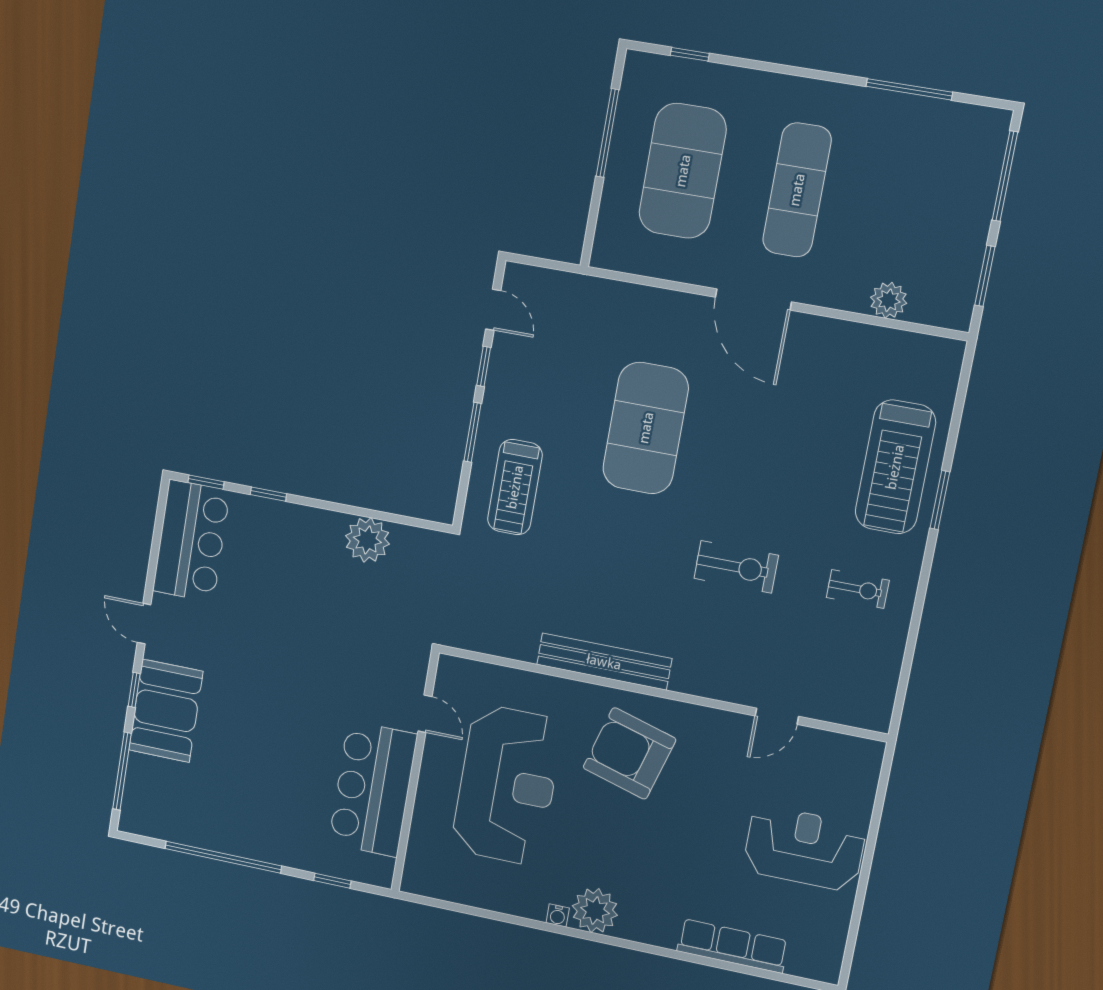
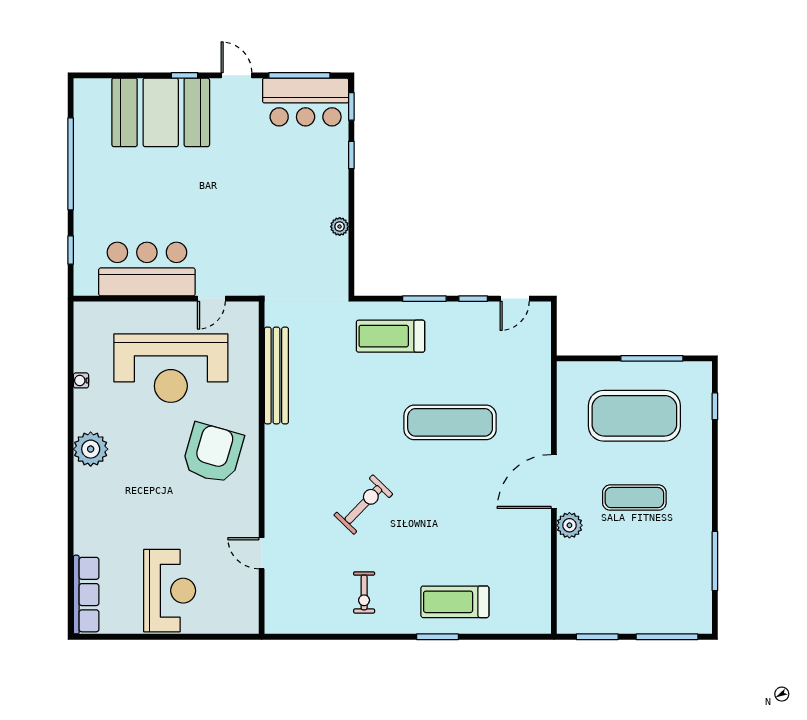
exercise mat: (797, 190) -> (634, 498), width x0.73, depth x0.69
plant: (889, 300) -> (569, 525), moved
exercise mat: (646, 428) -> (450, 422), width x0.68
treadmill: (895, 467) -> (455, 602), width x0.73, depth x0.73
plant: (367, 540) -> (340, 227), width x0.53, depth x0.53
exercise bike: (736, 567) -> (363, 505), turned -136
door: (144, 624) -> (236, 75), hinge flipped
bench: (604, 662) -> (276, 375), moved
booth: (166, 711) -> (161, 112), width x1.36, depth x1.42
window: (122, 771) -> (299, 75), moved
water cooler: (558, 915) -> (81, 380), moved
row of seats: (732, 946) -> (86, 595), moved

